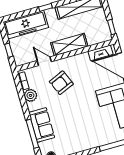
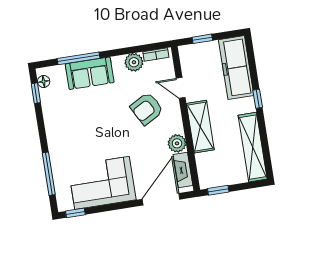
plant: (83, 59) -> (177, 143), added
door: (44, 61) -> (181, 88), swing flipped
armchair: (61, 83) -> (147, 109), turned -96

